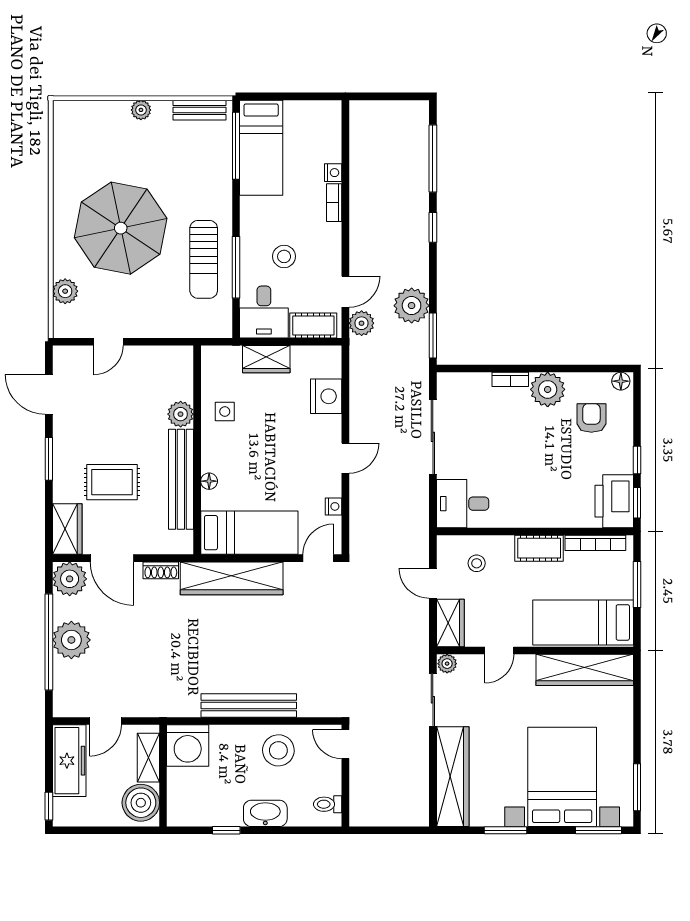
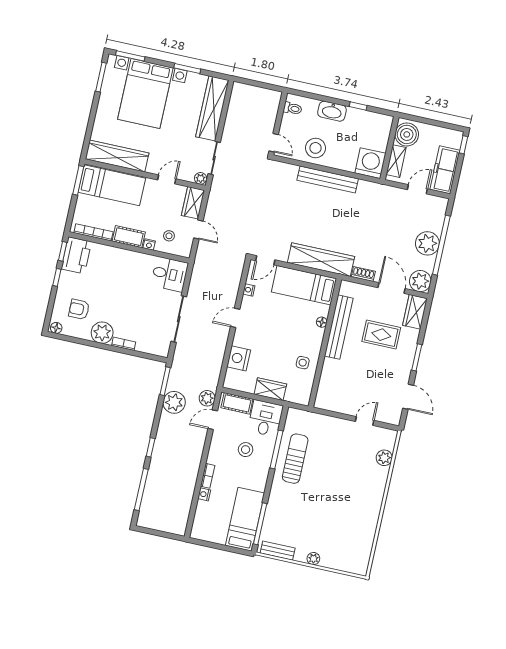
parasol: (121, 228) -> (342, 489), removed
plant: (181, 414) -> (330, 367), removed
armchair: (591, 418) -> (79, 309), turned 90
nightstand: (505, 543) -> (149, 245), added
window: (637, 585) -> (78, 180), moved

